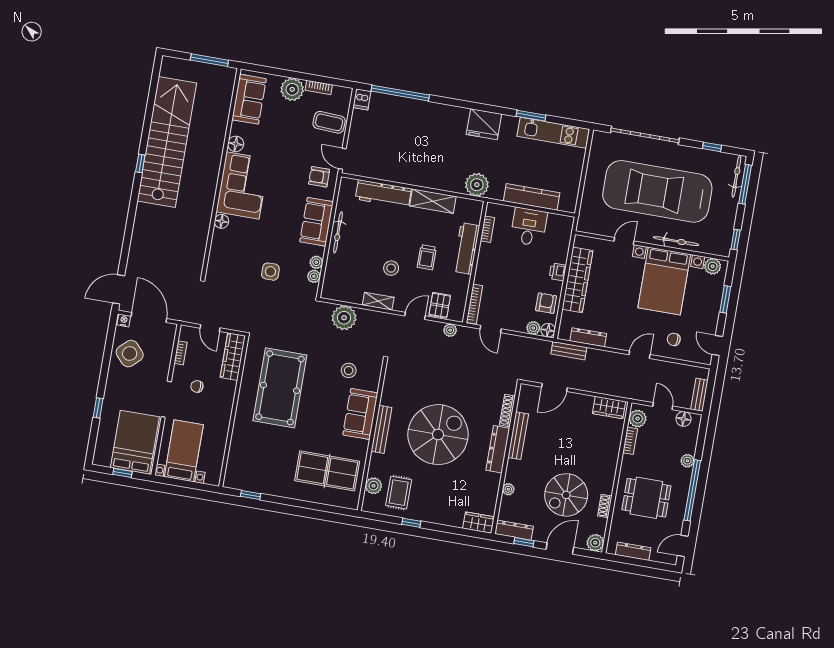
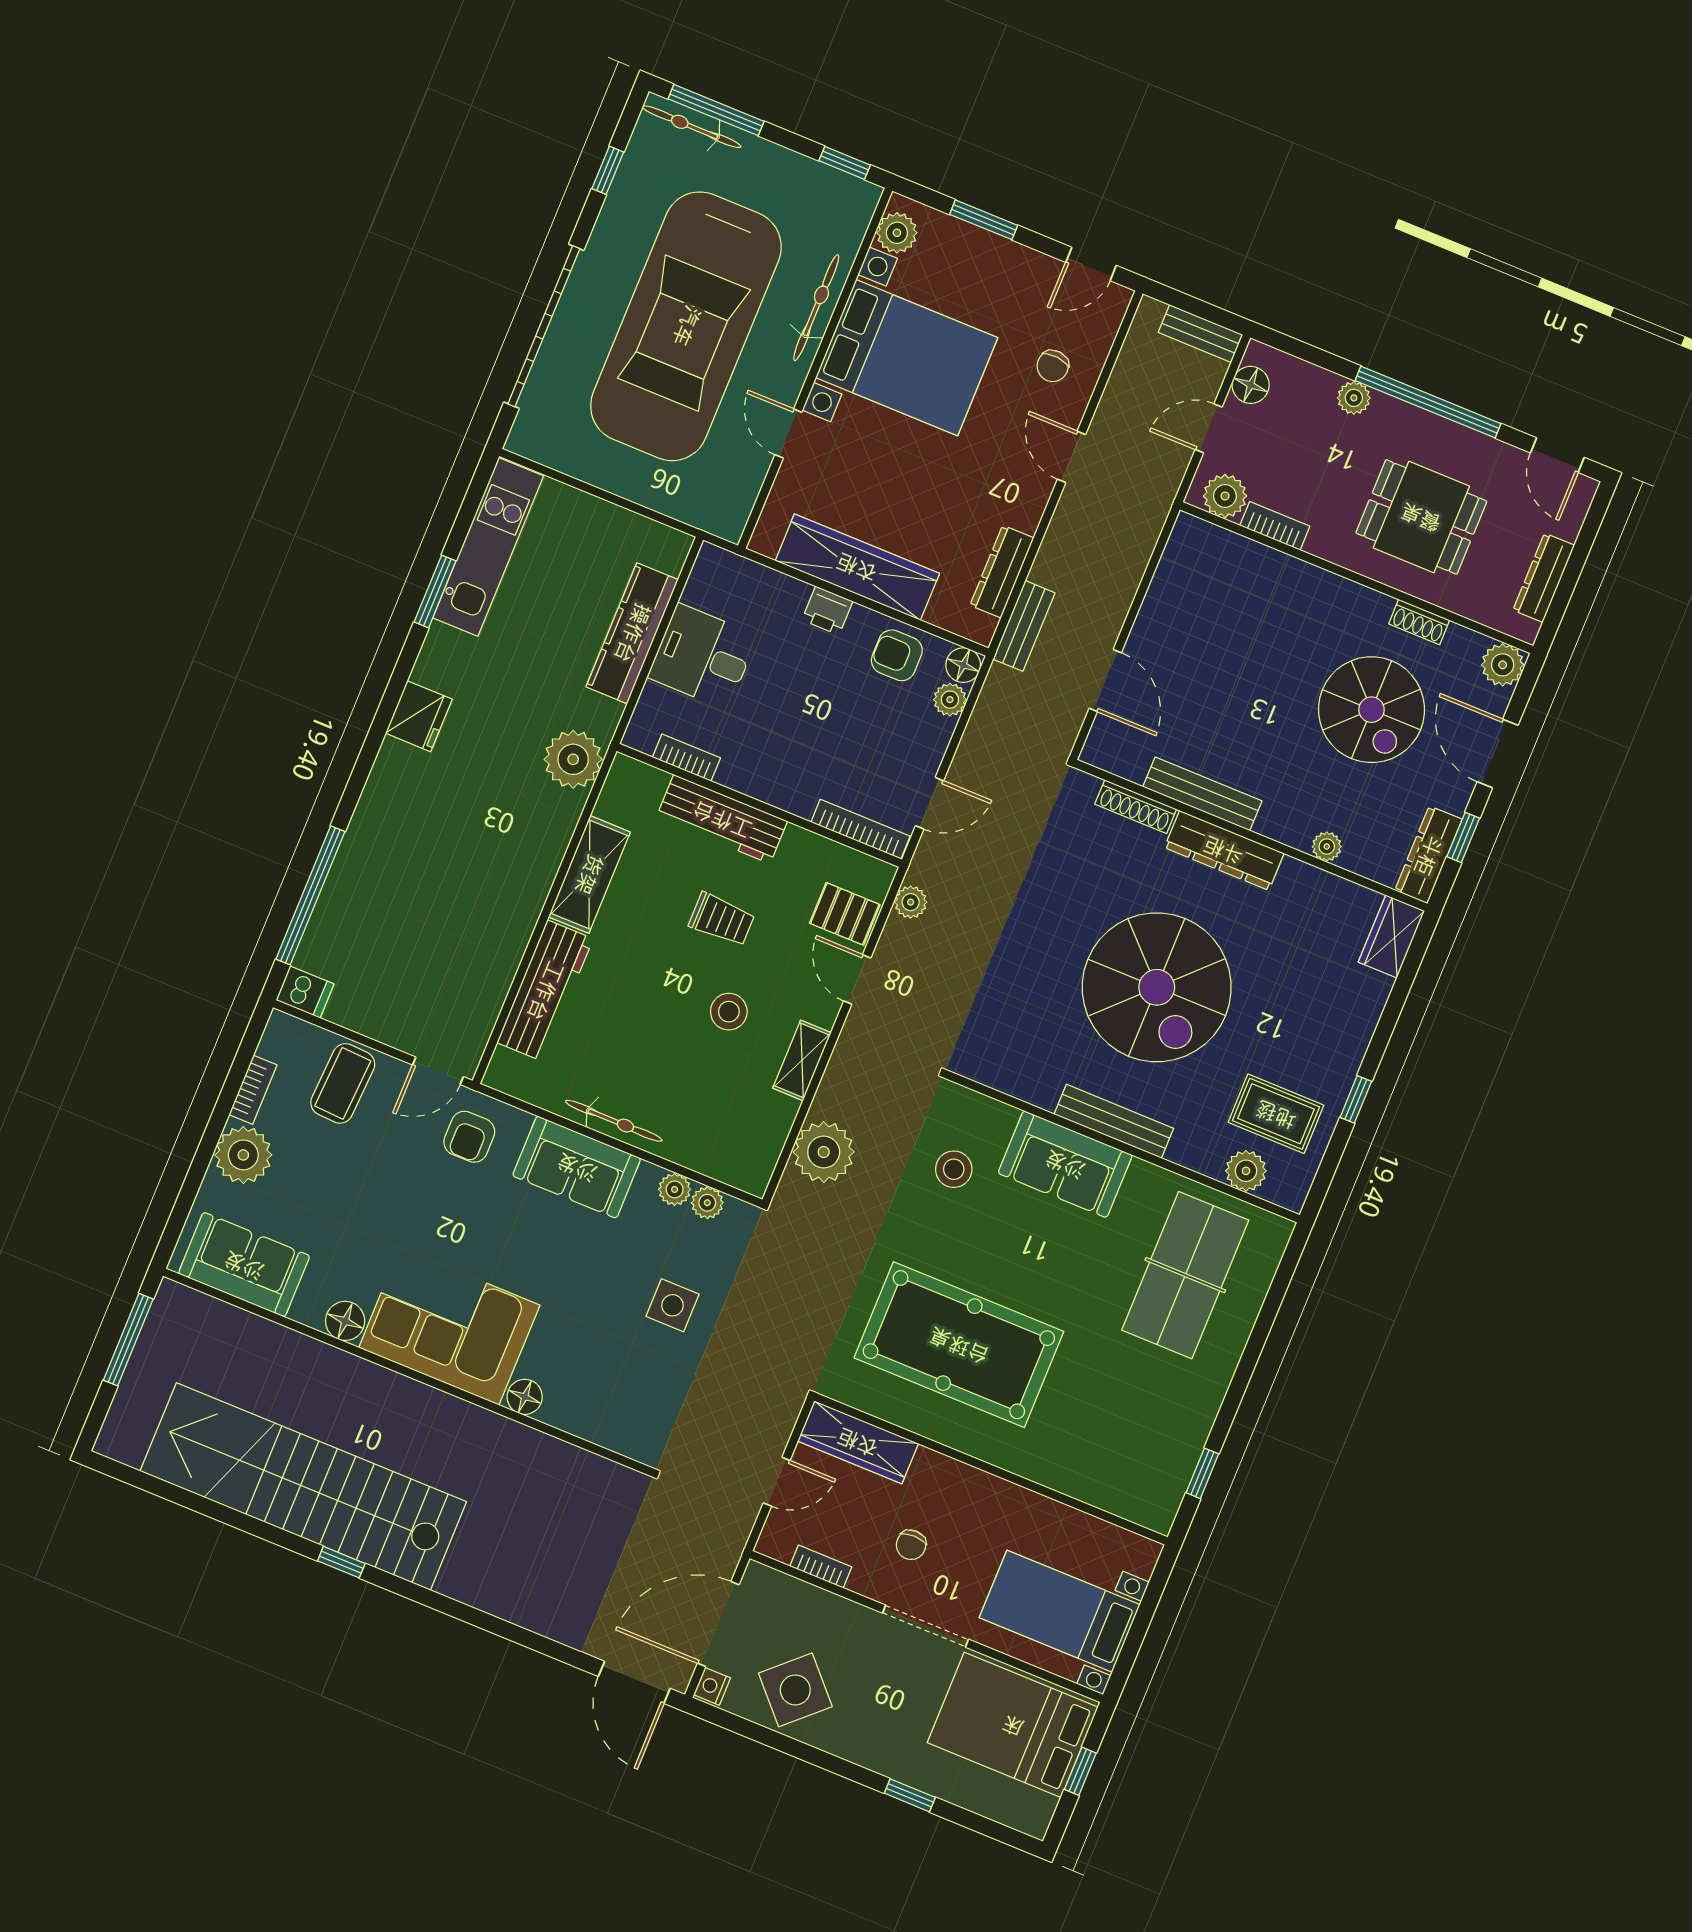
fridge: (484, 124) -> (419, 716), width x0.73, depth x0.75
wardrobe: (609, 408) -> (1183, 559), removed
spiral stairs: (438, 435) -> (1157, 987), turned 180
dining table: (646, 498) -> (1421, 517), turned 90

